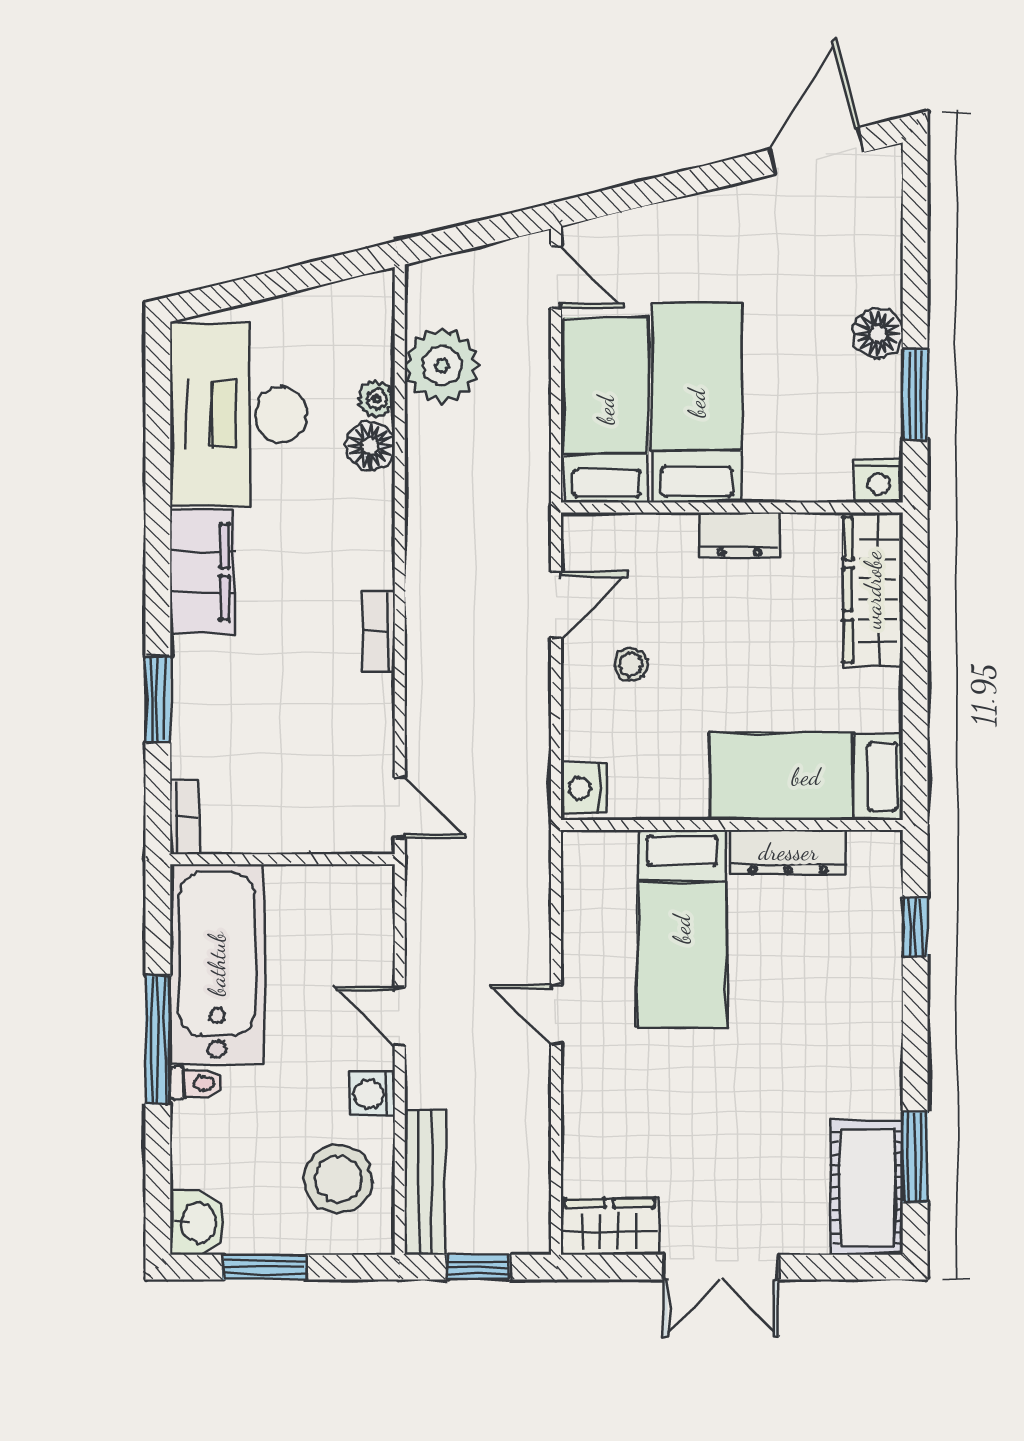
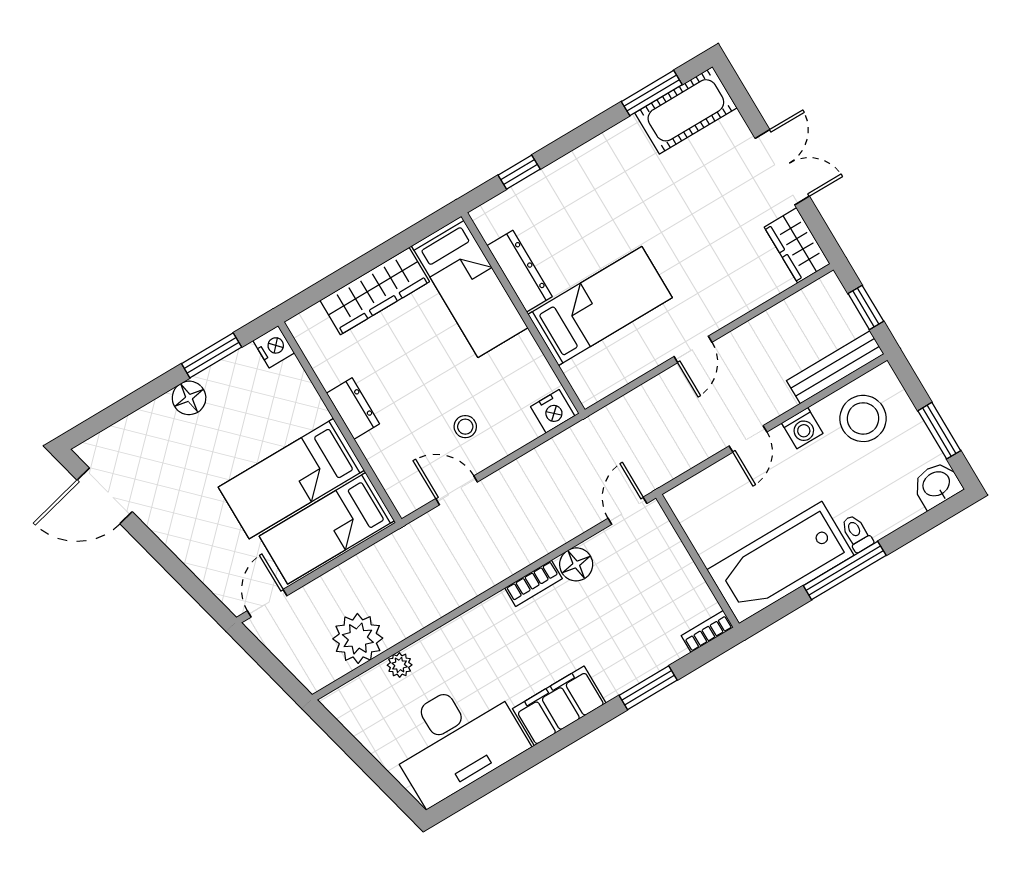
floor lamp: (370, 446) -> (576, 564), moved
wardrobe: (873, 590) -> (375, 291), moved

